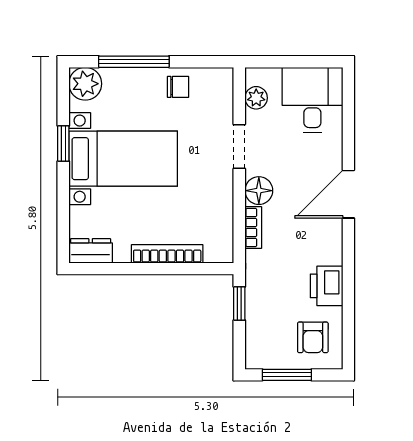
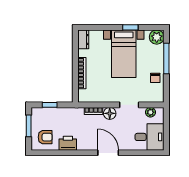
window: (239, 304) -> (50, 105), moved
armchair: (313, 337) -> (45, 137), turned 180

